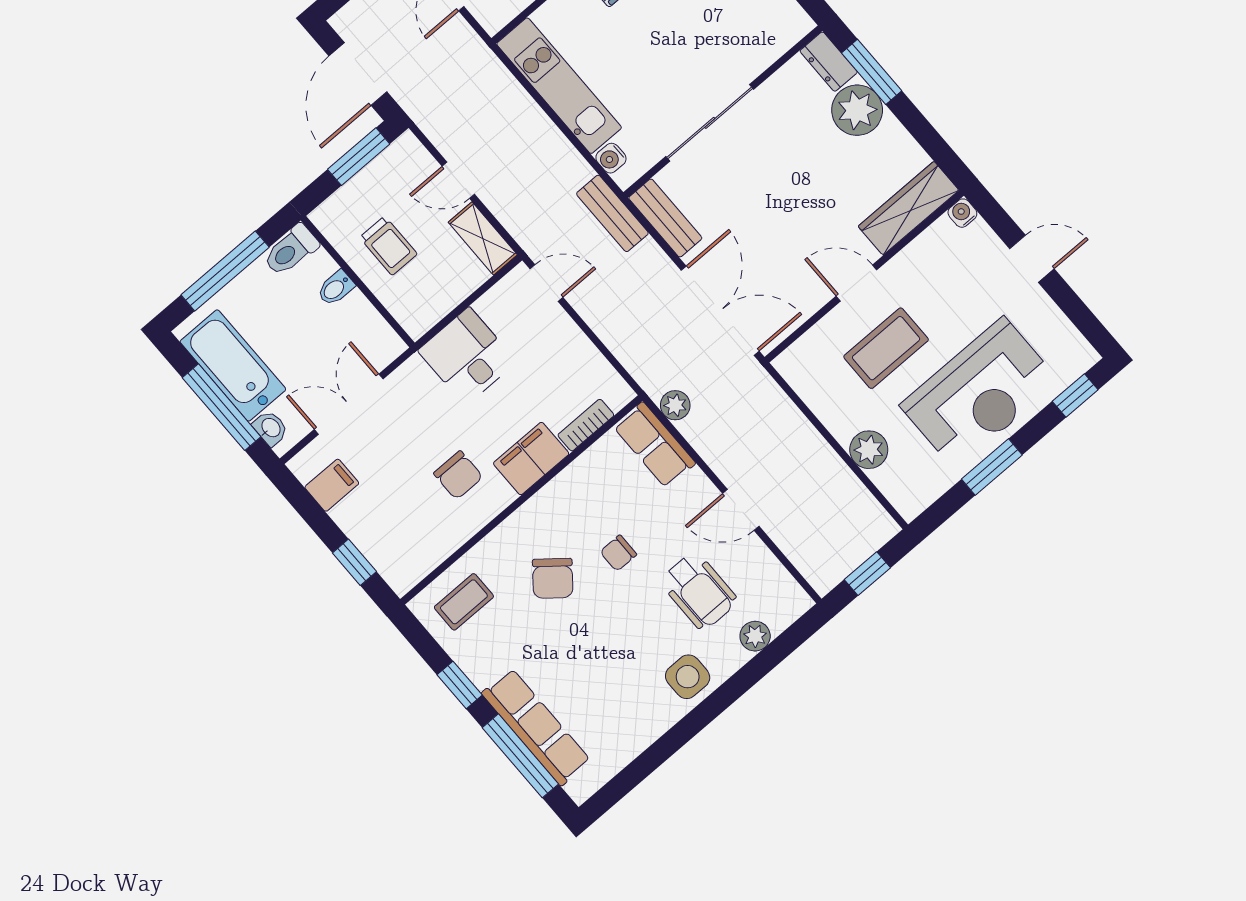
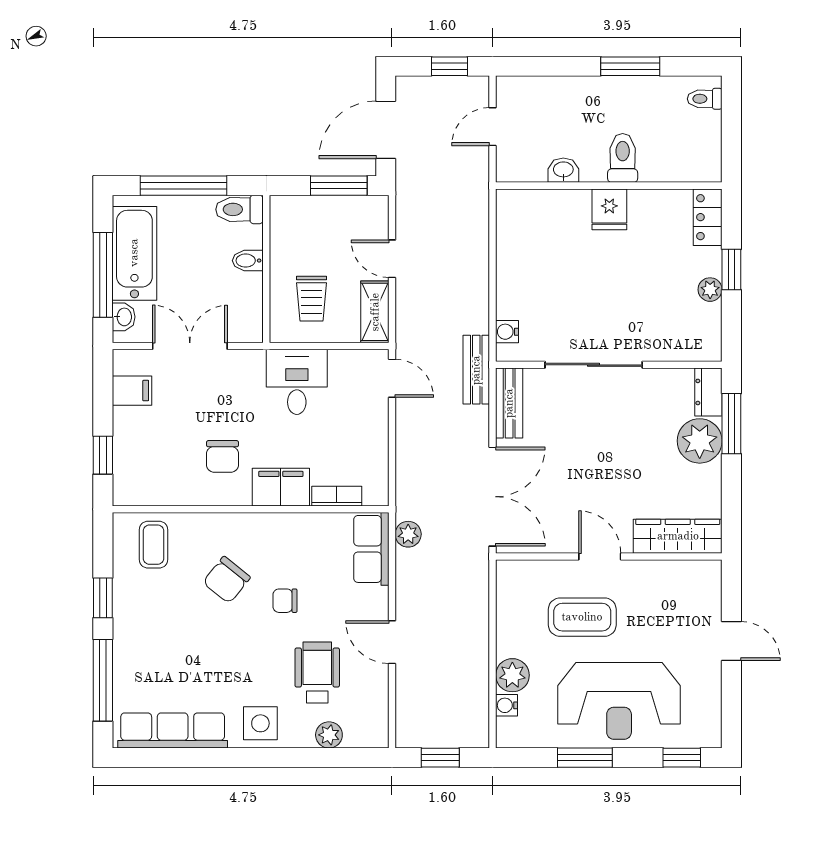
kitchen unit: (559, 86) -> (514, 253), removed
water cooler: (962, 213) -> (507, 705), moved, turned -90
trolley: (388, 246) -> (311, 299), moved
wheelchair: (699, 591) -> (317, 672), turned 180
coffee table: (464, 602) -> (153, 545), turned 90
row of seats: (536, 727) -> (173, 730), moved, turned -90

